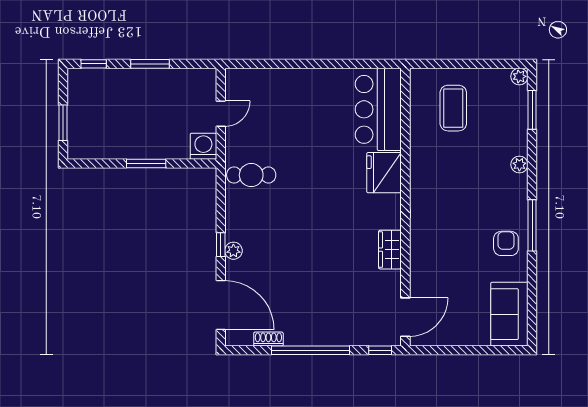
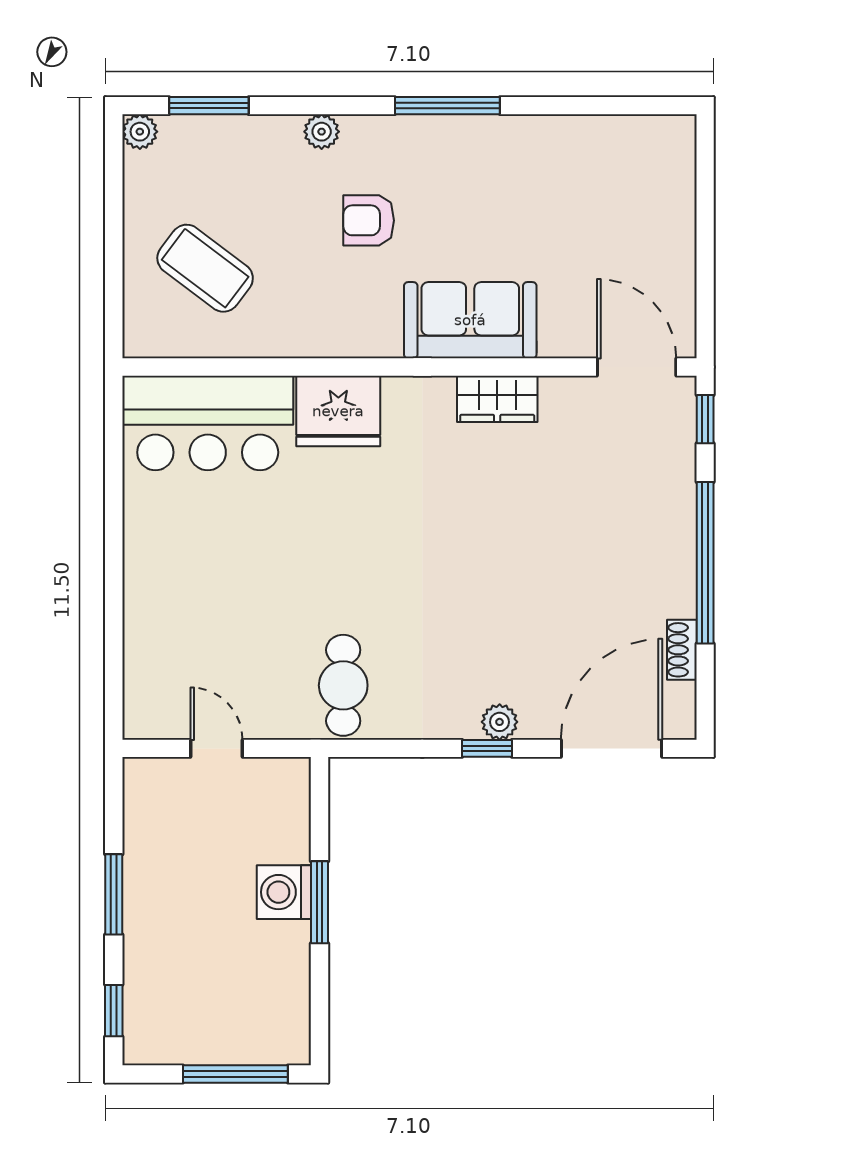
coffee table: (453, 108) -> (205, 268), turned 37
window: (63, 123) -> (235, 1074), width x1.44
washing machine: (203, 146) -> (284, 892), moved
armchair: (506, 243) -> (369, 220), moved
sofa: (509, 314) -> (470, 320), moved, turned 180

